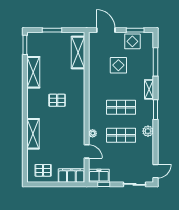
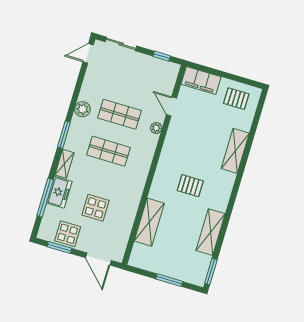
shelving: (78, 52) -> (149, 222), moved
freezer: (99, 176) -> (59, 192), moved, turned -90

